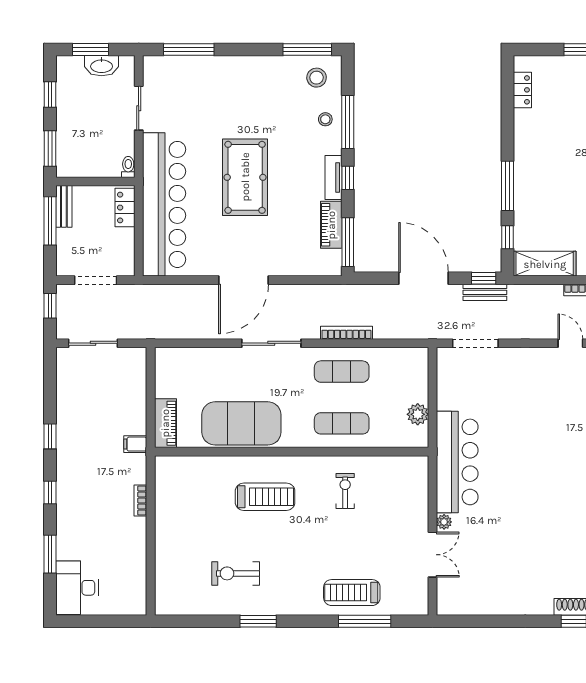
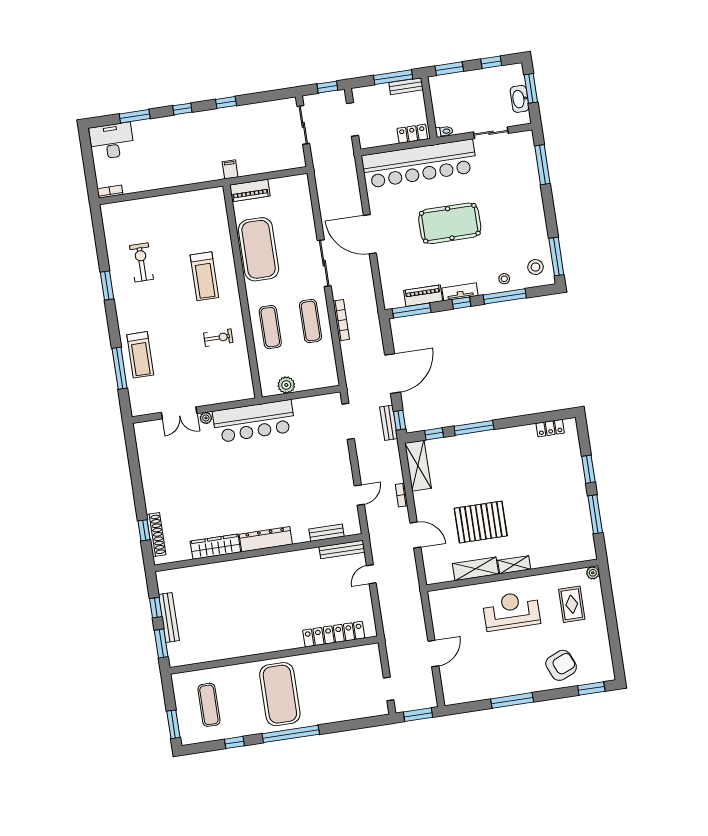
bookcase: (140, 500) -> (110, 192), moved
treadmill: (352, 593) -> (140, 355), turned 180

